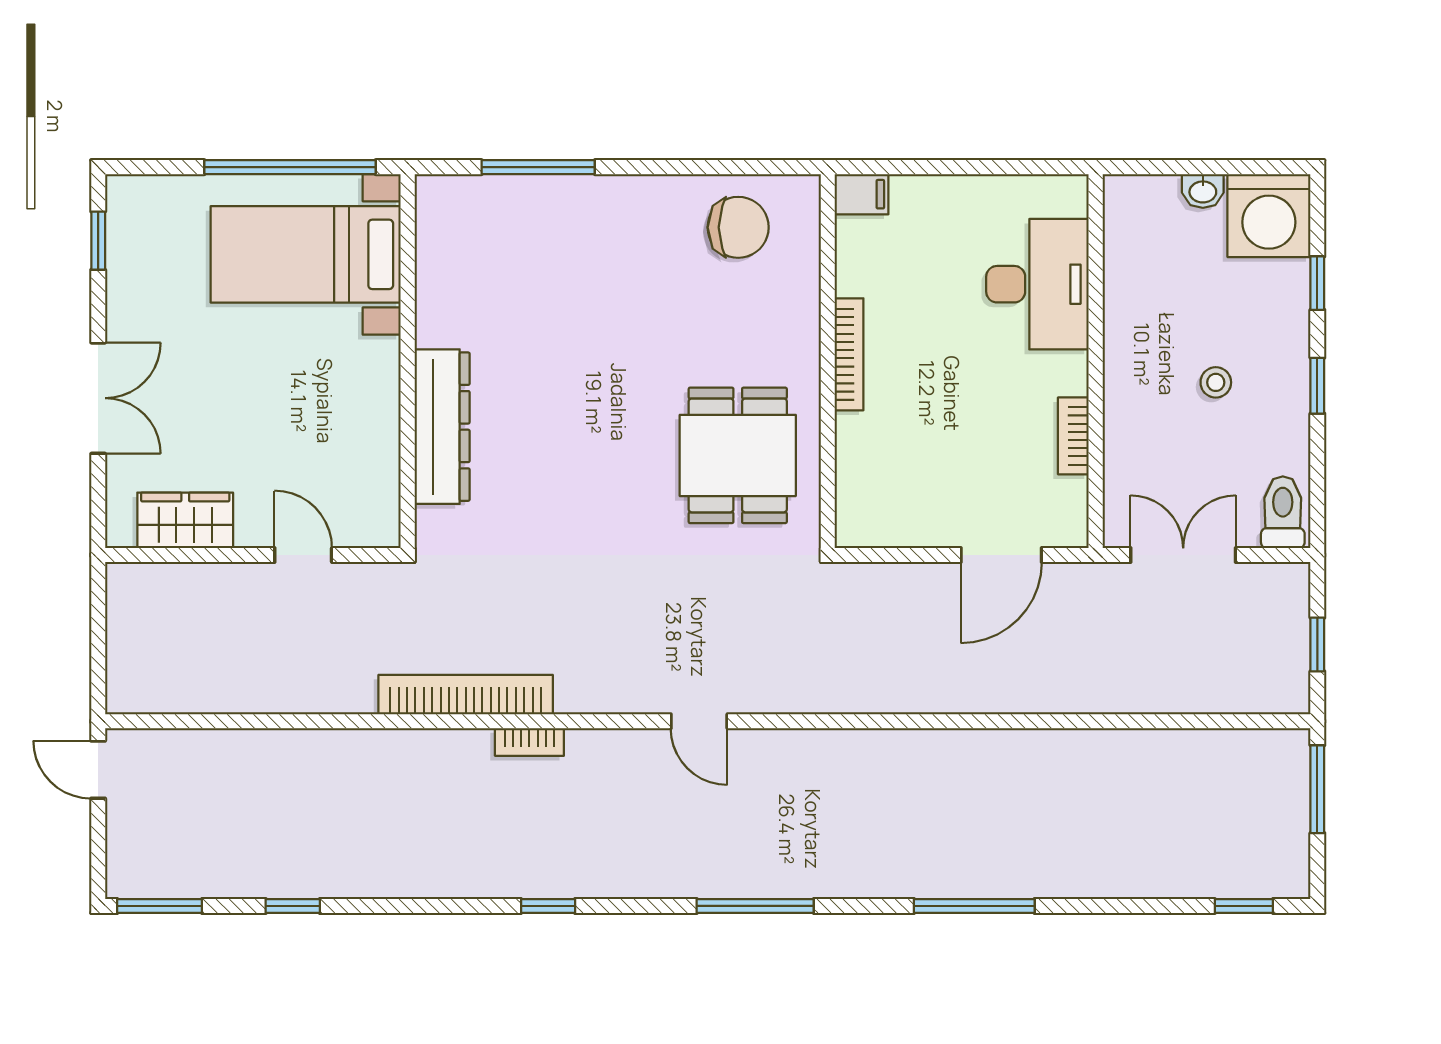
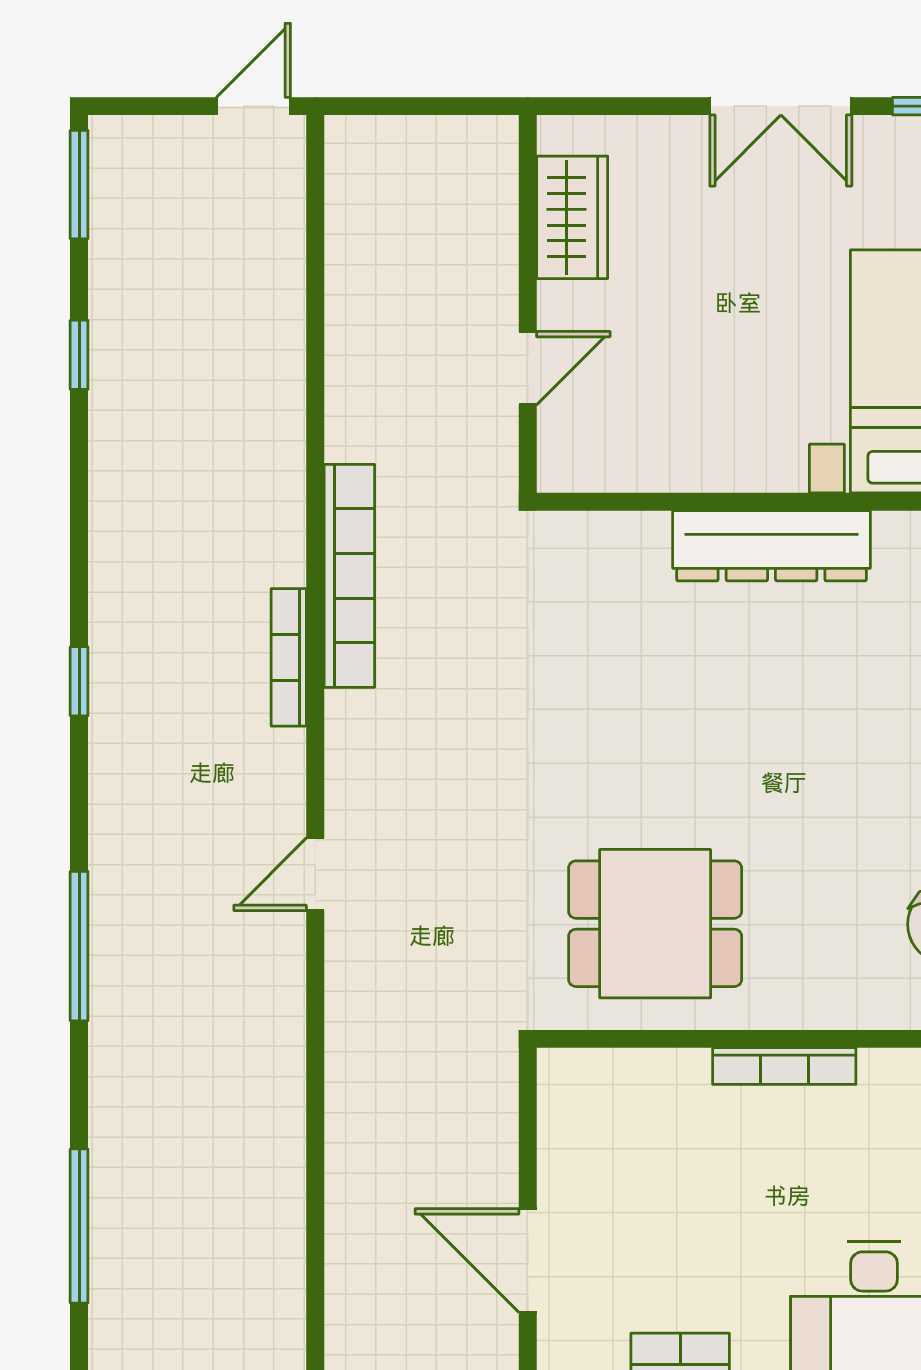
double door: (98, 398) -> (781, 106), moved
dresser: (442, 427) -> (772, 546), moved
bookcase: (529, 742) -> (289, 657), width x1.56

